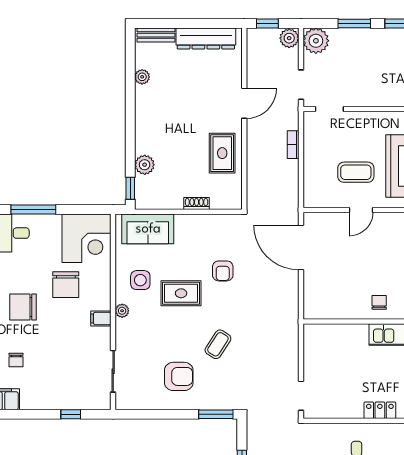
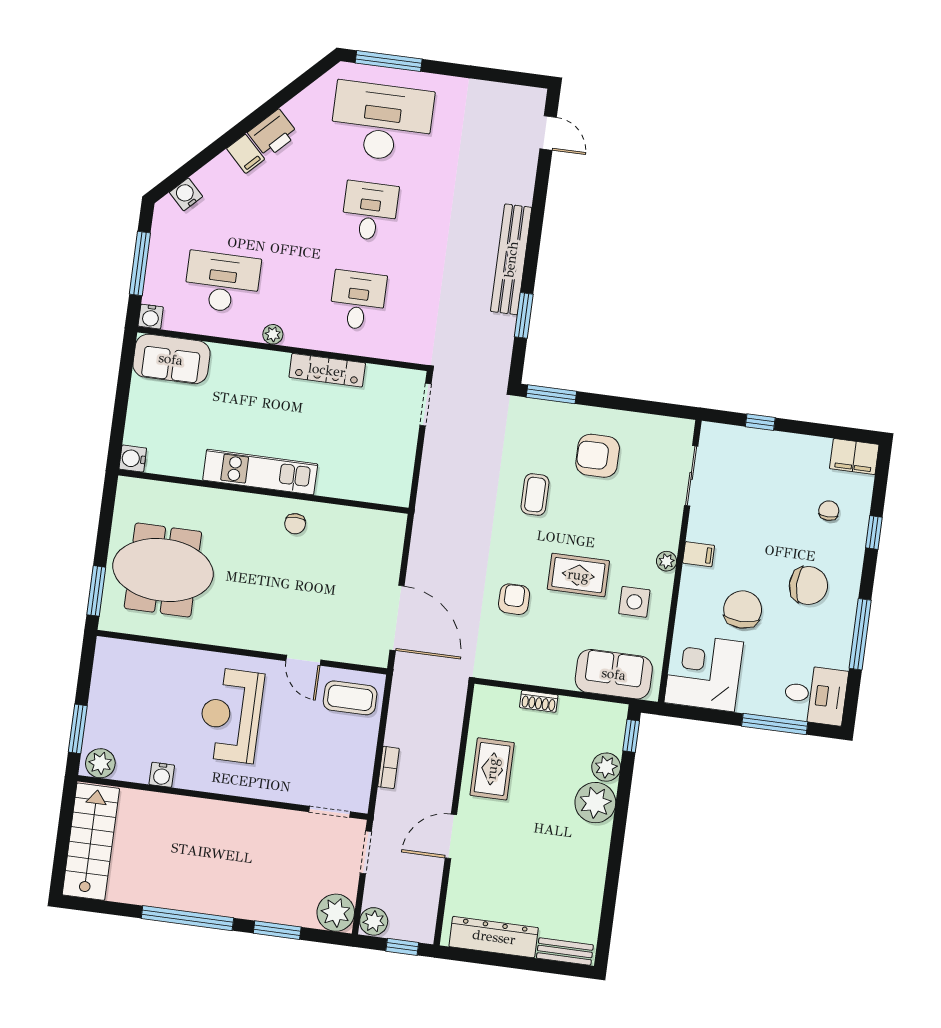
plant: (142, 77) -> (595, 803), moved, width x1.87, depth x1.87
coffee table: (356, 172) -> (350, 698), moved
door: (361, 210) -> (303, 660), swing flipped
coffee table: (218, 344) -> (535, 495), turned -33
locker: (380, 410) -> (327, 370), width x1.53

